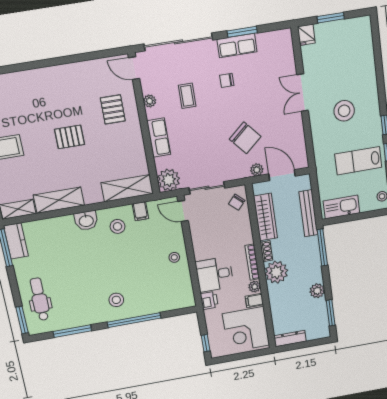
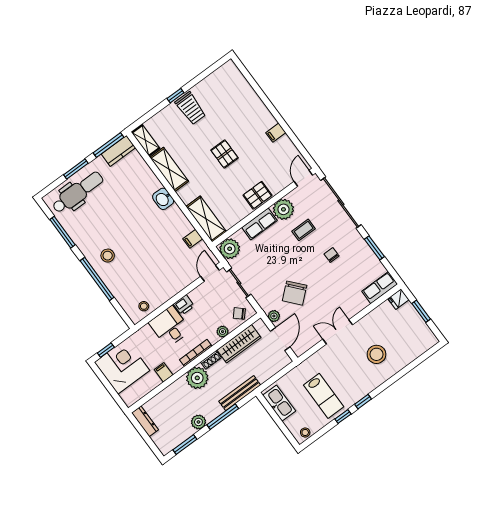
row of seats: (237, 46) -> (380, 288), moved, turned 90
filing cabinet: (72, 72) -> (276, 133), added
double door: (303, 93) -> (338, 332), moved
plant: (150, 101) -> (283, 209), width x1.88, depth x1.88
pallet: (113, 109) -> (257, 195), moved
stool: (344, 111) -> (376, 354), moved
lab bench: (358, 161) -> (324, 396), turned 180
bench: (308, 213) -> (240, 393), moved
stool: (118, 226) -> (171, 226), removed
window: (322, 248) -> (223, 417), moved
stool: (174, 257) -> (144, 306), moved
plant: (255, 287) -> (223, 332), moved
dental chair: (40, 299) -> (78, 192), width x1.36, depth x1.38
printer: (209, 300) -> (184, 305), moved
window: (22, 320) -> (76, 169), moved
corner desk: (246, 329) -> (122, 366), moved, turned 90

